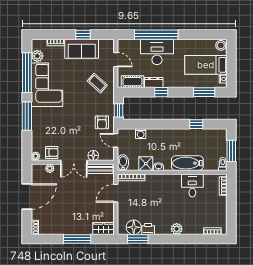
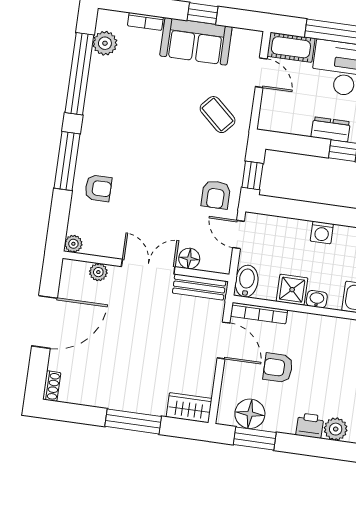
cot: (132, 82) -> (291, 47), moved
corner sofa: (47, 85) -> (116, 104), removed
washing machine: (141, 134) -> (322, 233), moved
armchair: (52, 152) -> (98, 188), moved
double door: (74, 162) -> (148, 267), swing flipped
door: (116, 193) -> (224, 340), swing flipped
armchair: (144, 203) -> (278, 368), added
printer: (148, 229) -> (310, 426), moved

